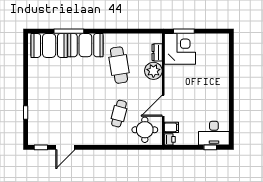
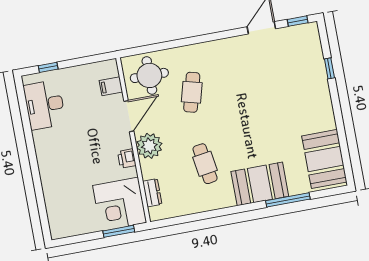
booth: (49, 45) -> (324, 159), moved, turned 90
cafe table: (119, 65) -> (205, 164), width x0.73, depth x0.74
plant: (153, 71) -> (149, 146), moved
desk: (214, 133) -> (45, 105), moved, turned -90
printer: (170, 139) -> (127, 159), moved

